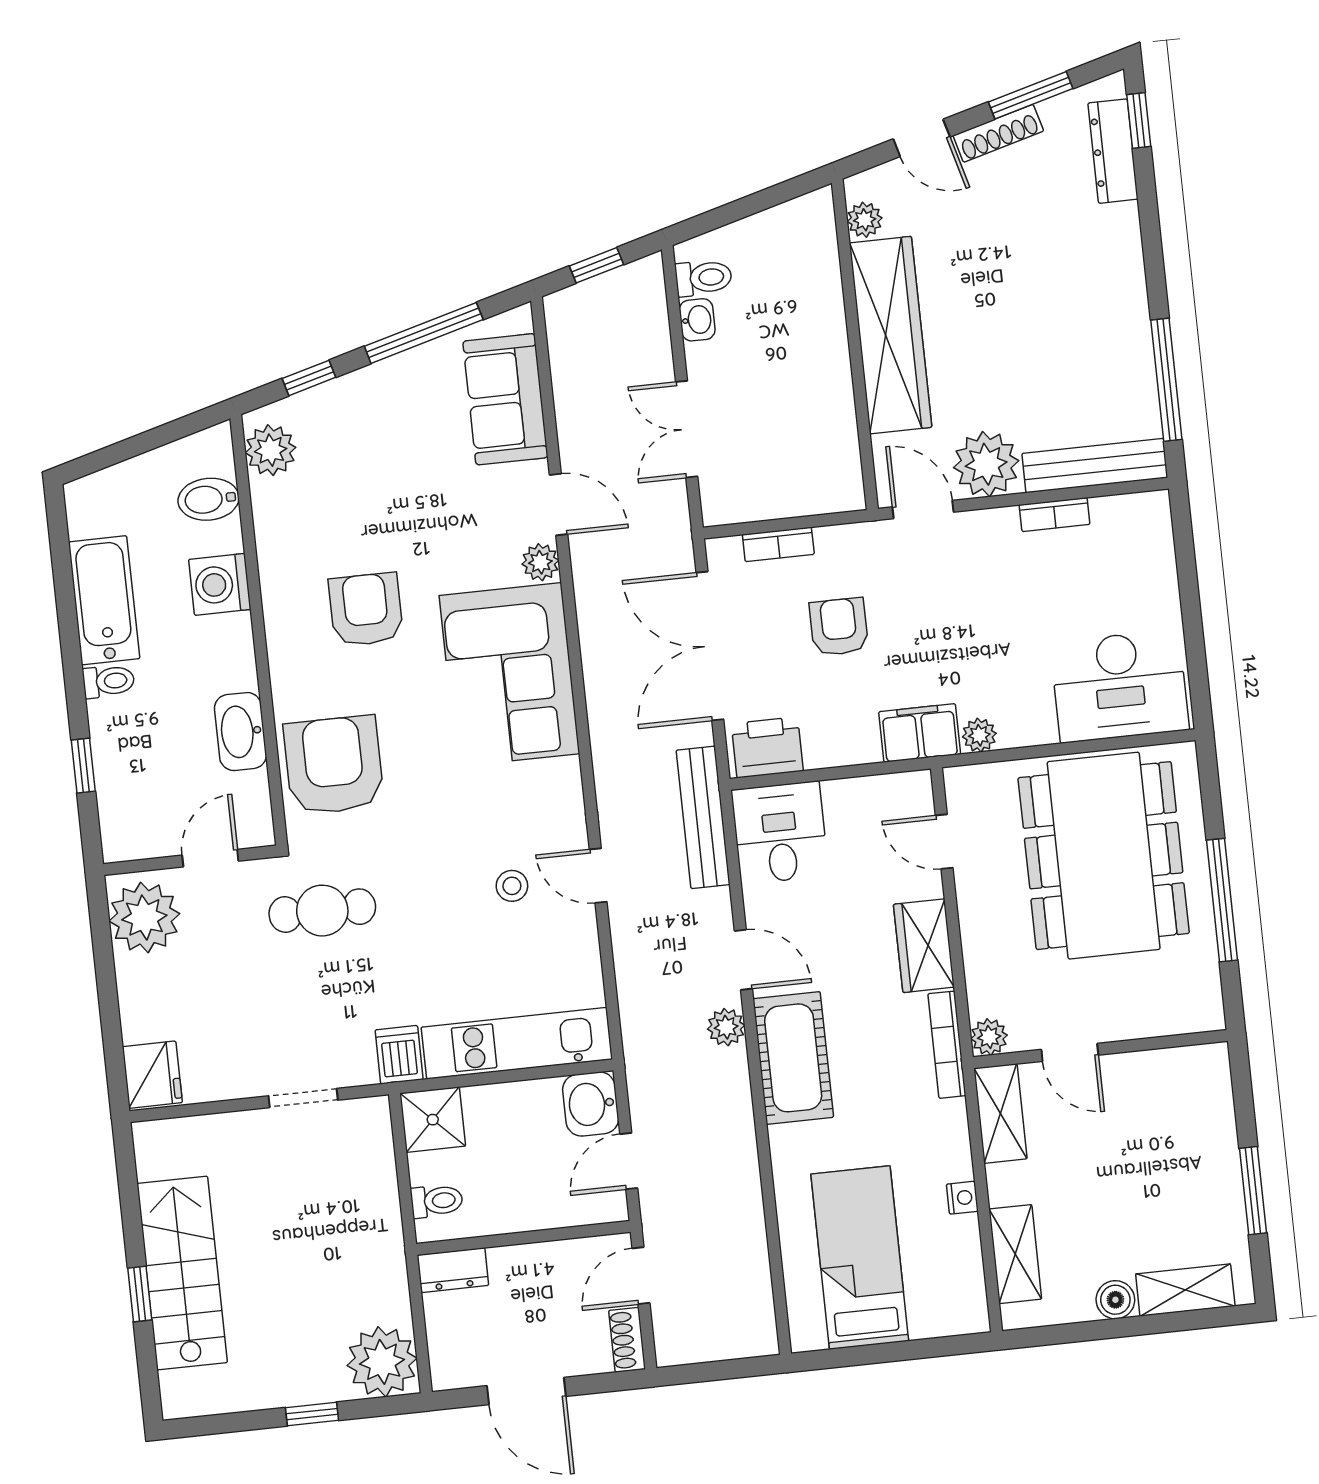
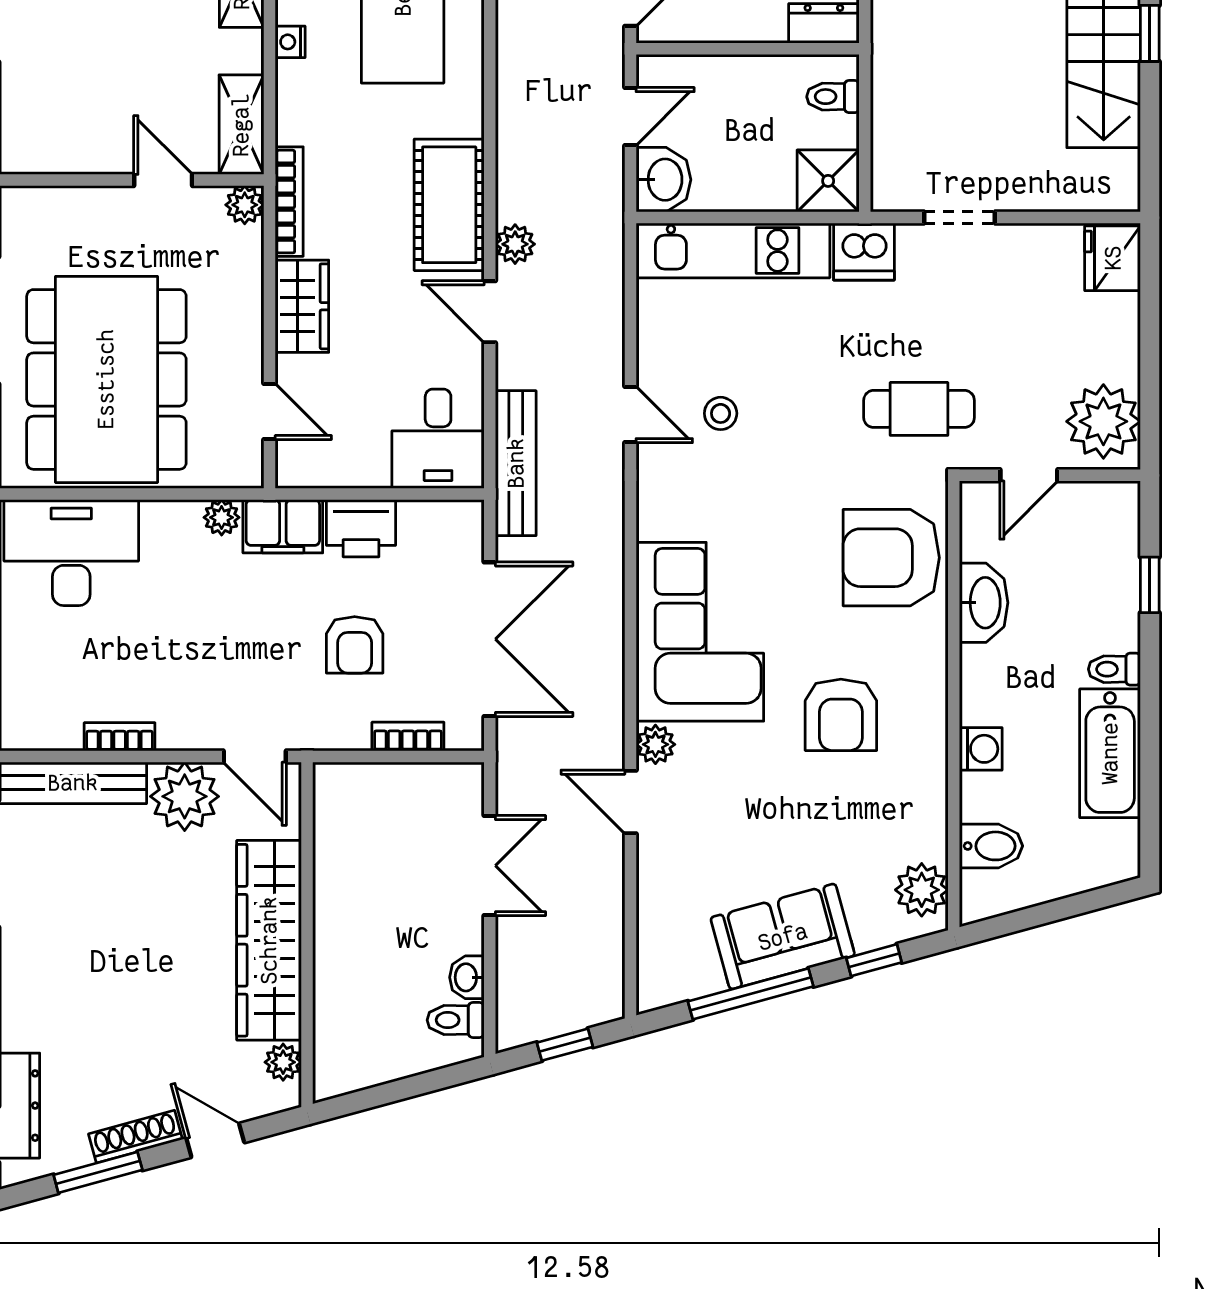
sofa: (505, 399) -> (783, 937), moved, turned -105
washing machine: (220, 584) -> (981, 749), width x0.73, depth x0.73
printer: (767, 747) -> (361, 528), moved
armchair: (334, 765) -> (891, 558), turned 90
dishwasher: (399, 1055) -> (864, 252), width x1.38

